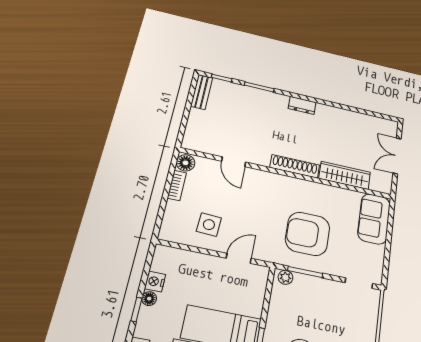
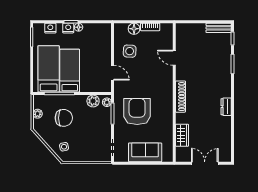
dresser: (302, 105) -> (226, 107), moved
door: (234, 162) -> (174, 58), hinge flipped
floor lamp: (185, 163) -> (134, 29), moved
wardrobe: (345, 175) -> (182, 135), width x0.67
sofa: (374, 219) -> (145, 152), moved
nightstand: (155, 281) -> (68, 28), moved
plant: (280, 299) -> (93, 101), added

